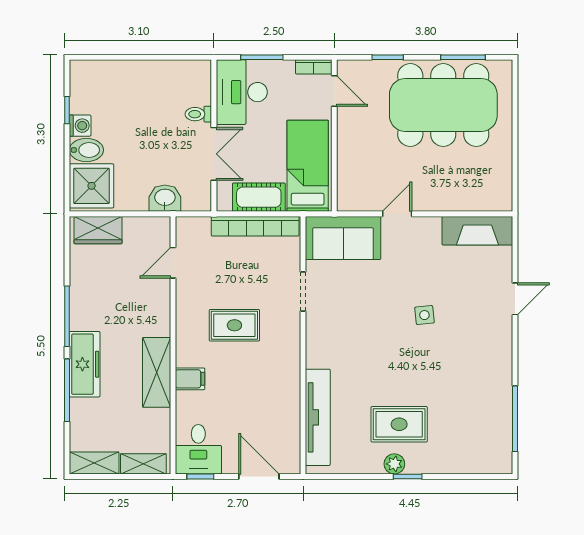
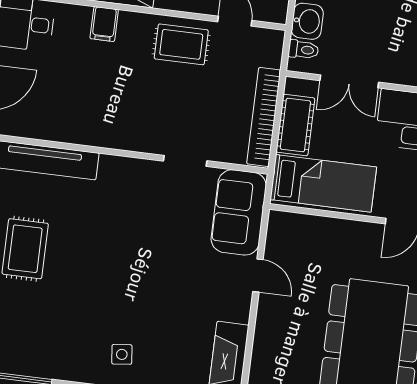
toilet: (198, 114) -> (303, 50), moved, turned 90
side table: (424, 315) -> (122, 354), moved
rug: (234, 325) -> (181, 44), moved, turned 90

